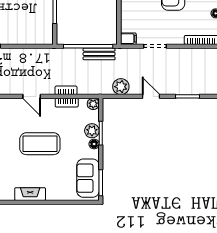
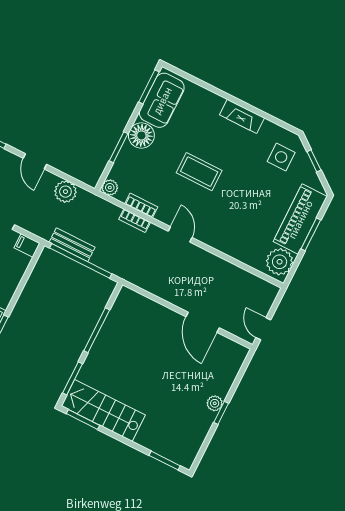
plant: (92, 131) -> (128, 156), removed
coffee table: (40, 144) -> (199, 172), width x0.73, depth x0.76
floor lamp: (94, 144) -> (141, 135), width x1.89, depth x1.89

